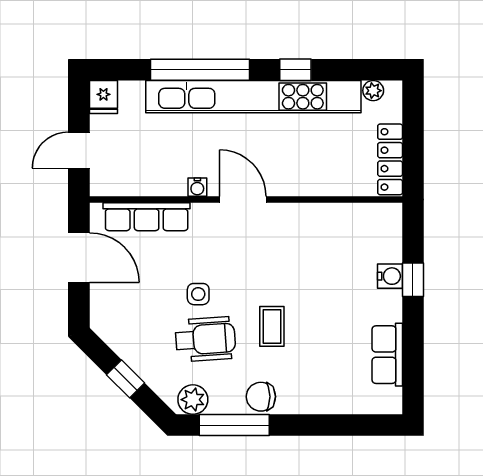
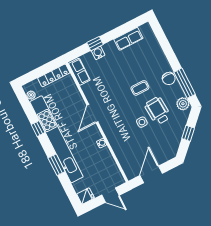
window: (200, 70) -> (57, 165), width x0.47
door: (243, 200) -> (92, 113), moved
row of seats: (147, 217) -> (79, 72), moved, width x0.68

